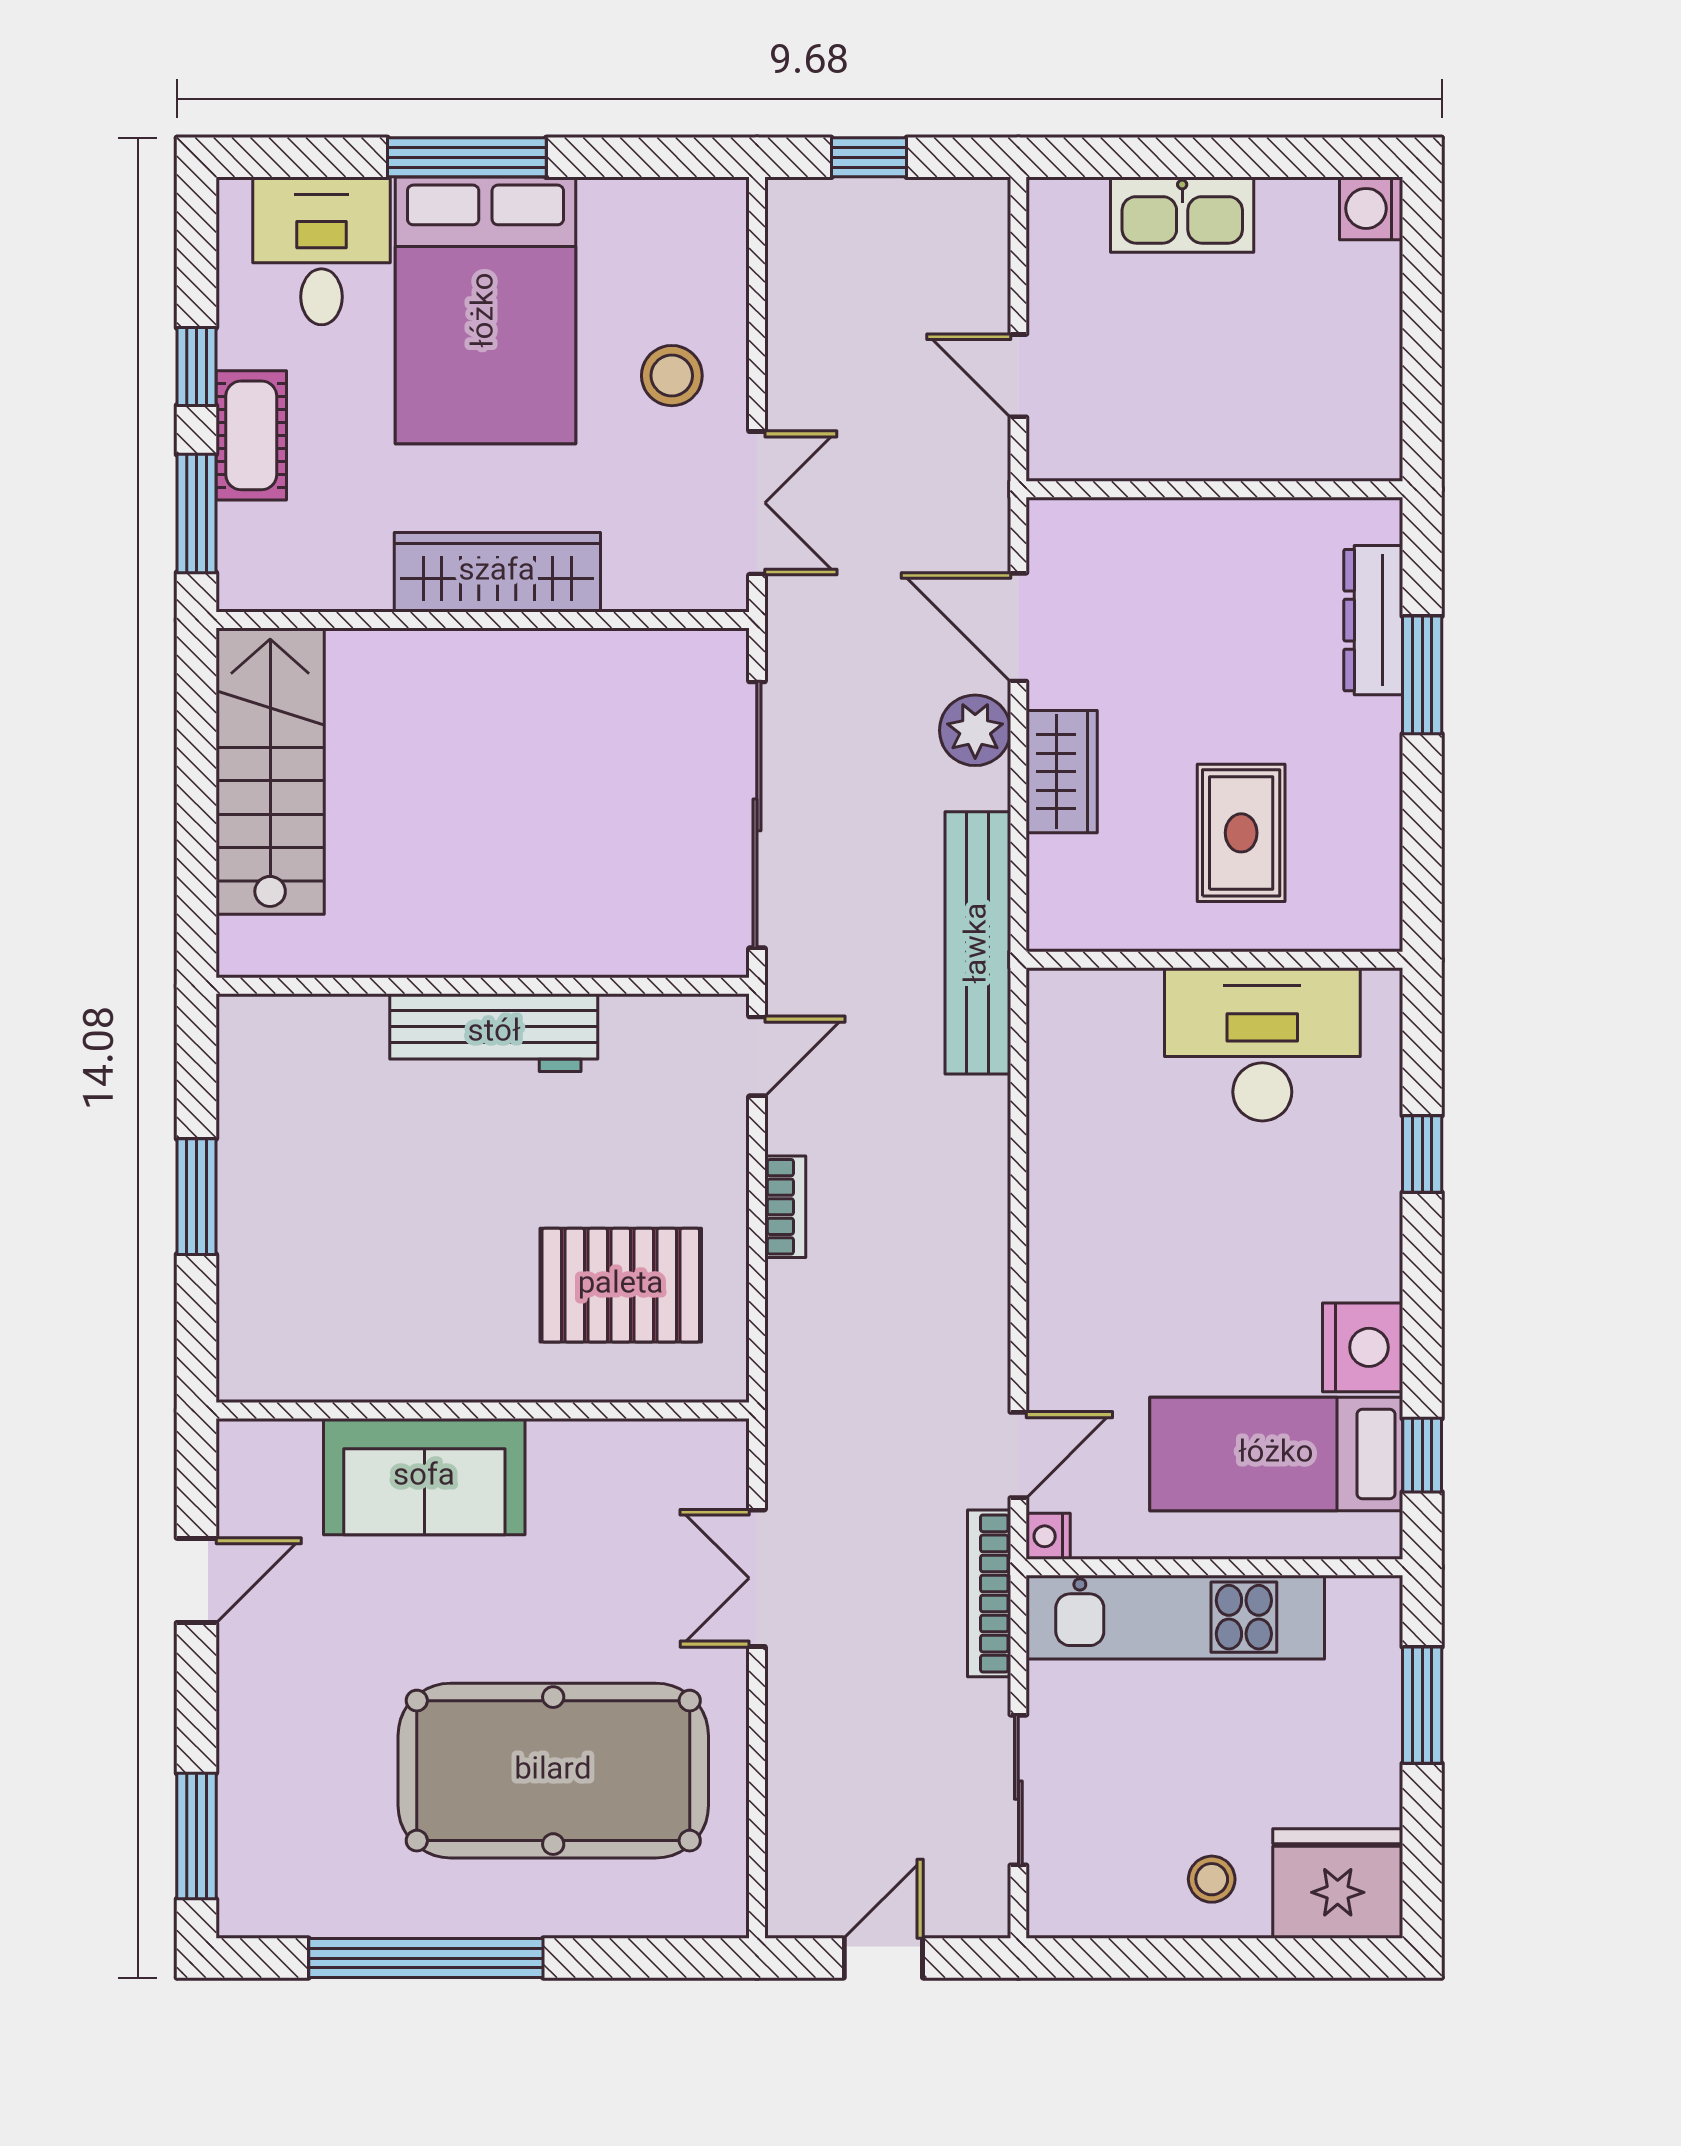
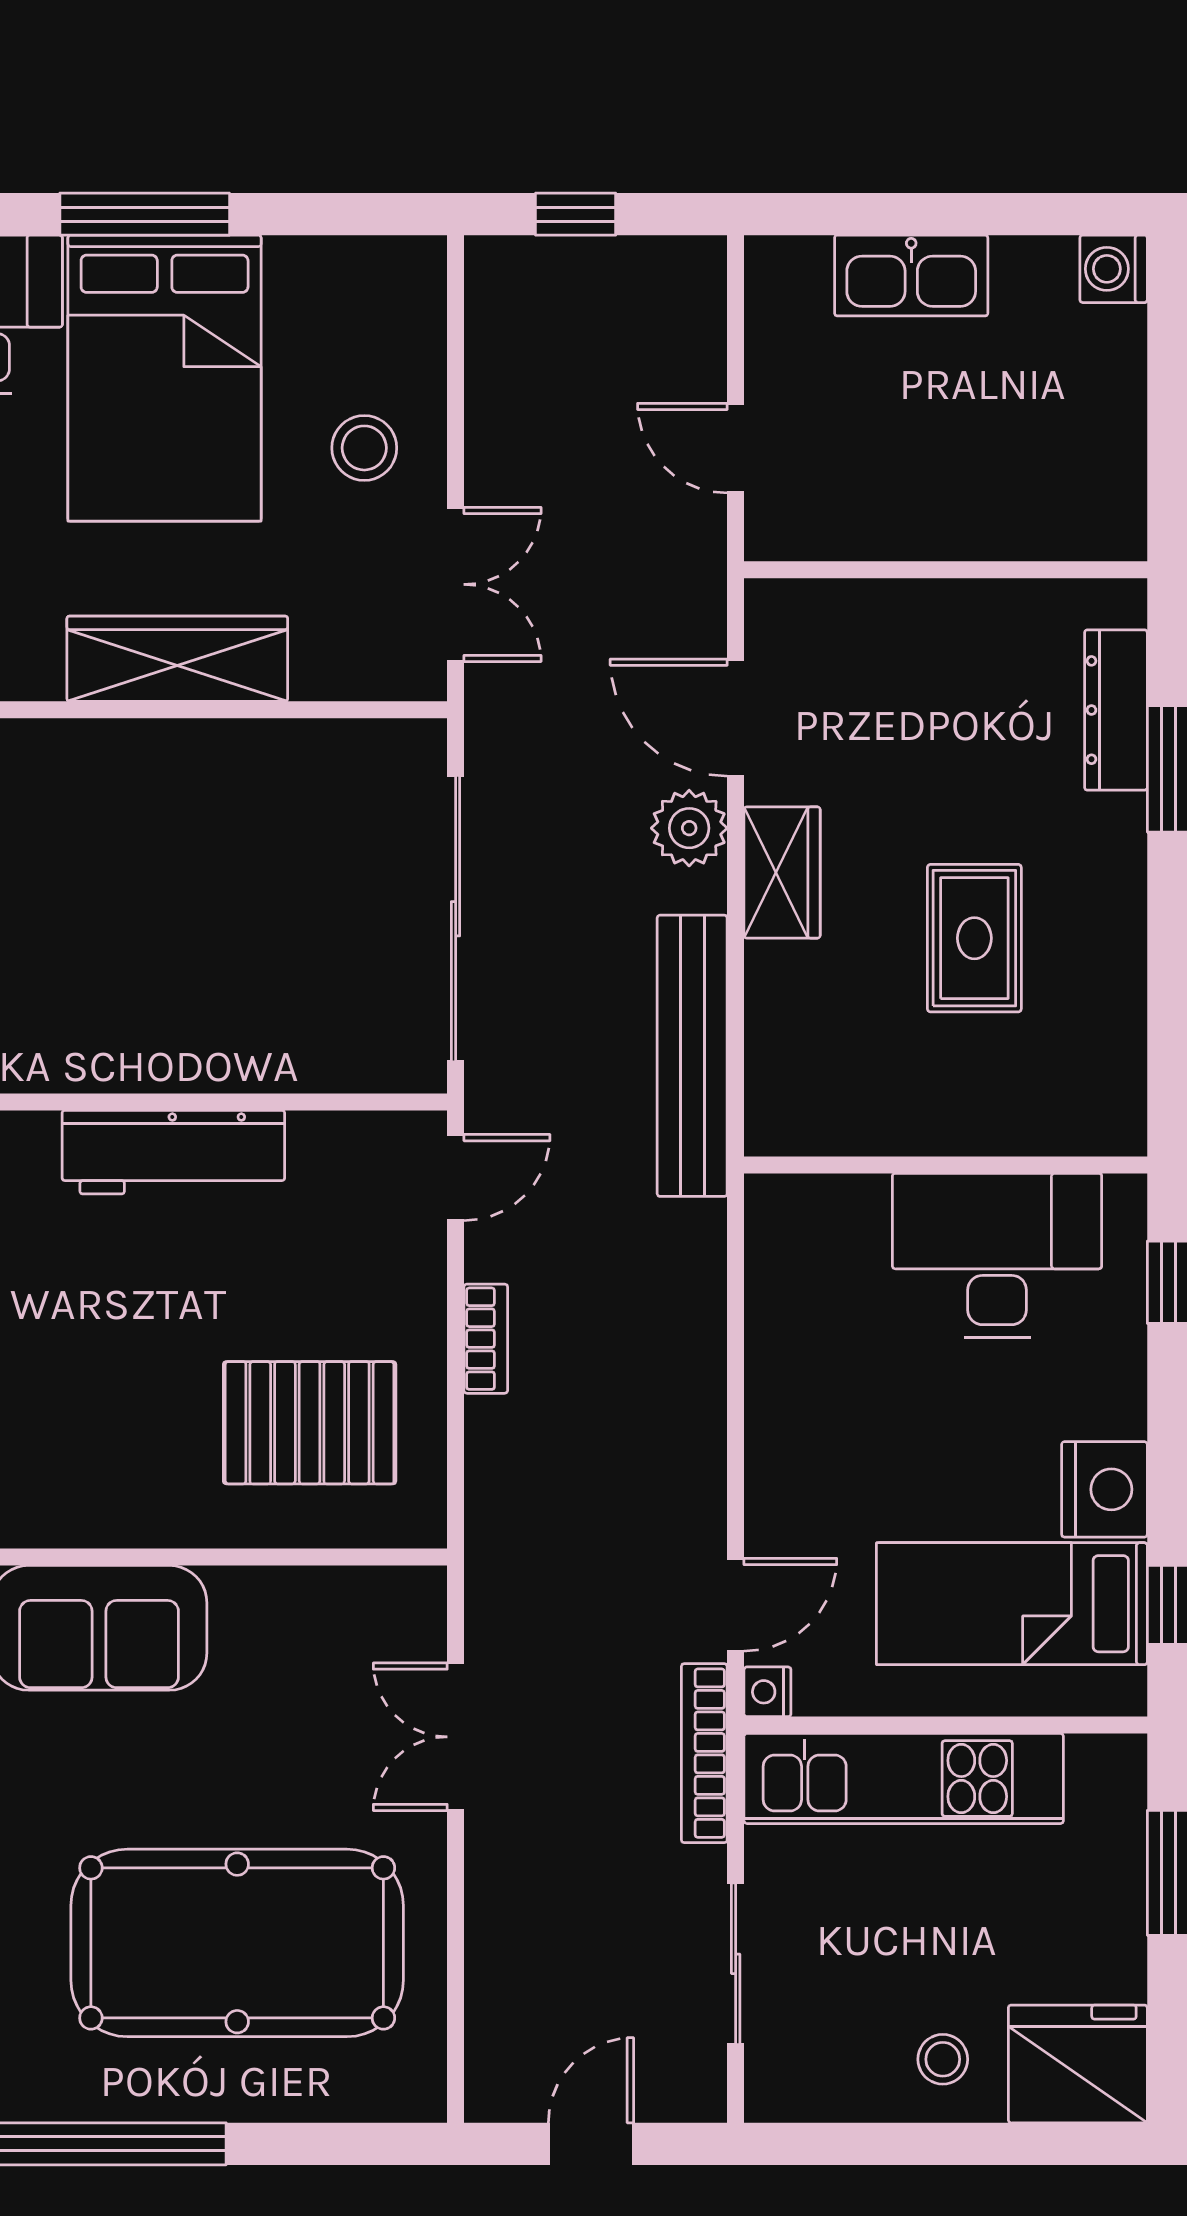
wall: (1214, 960) -> (946, 1165), moved
desk: (1262, 1044) -> (997, 1256), moved

